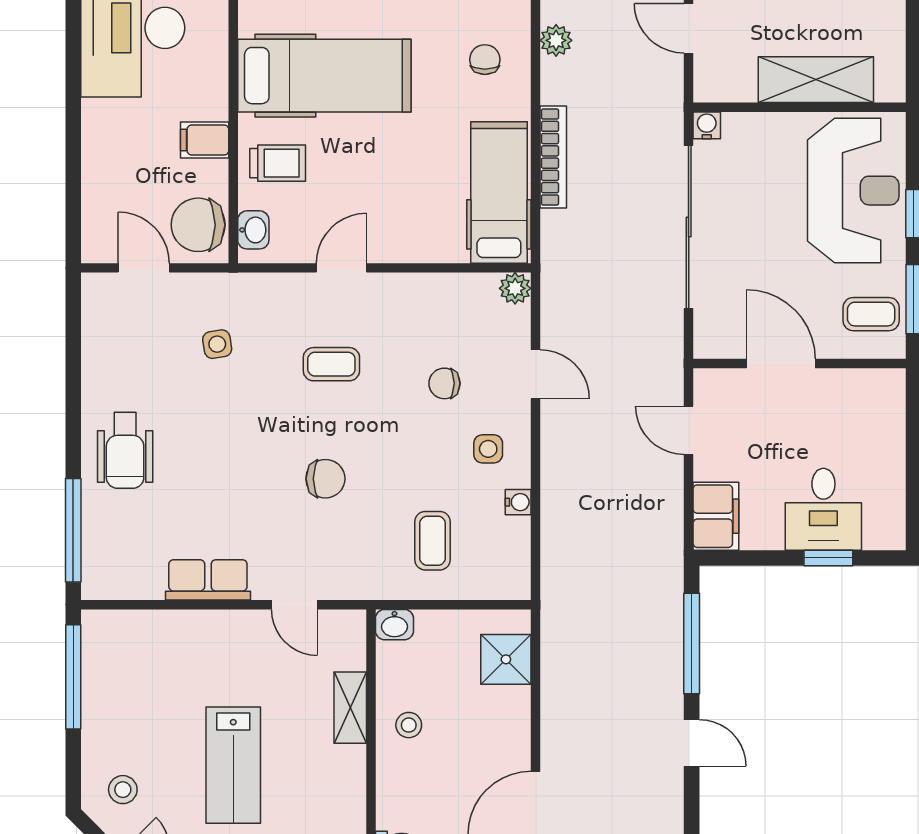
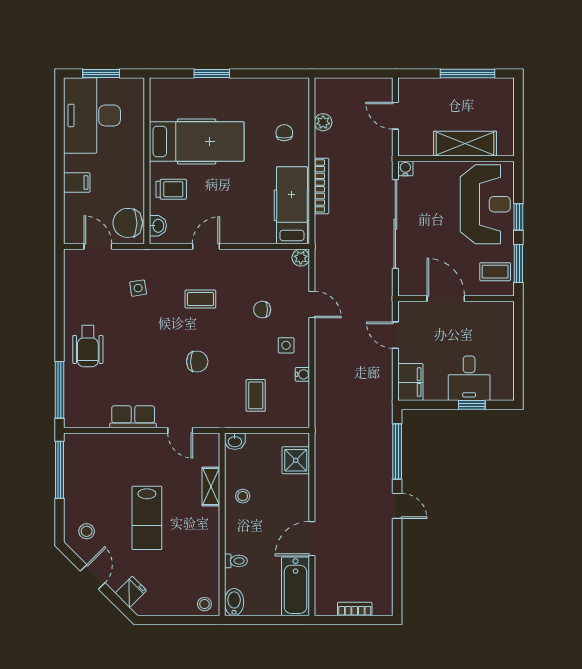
filing cabinet: (205, 140) -> (77, 182), moved, turned 180

